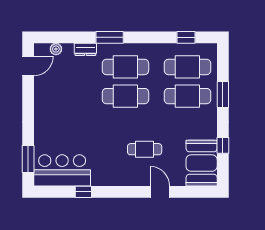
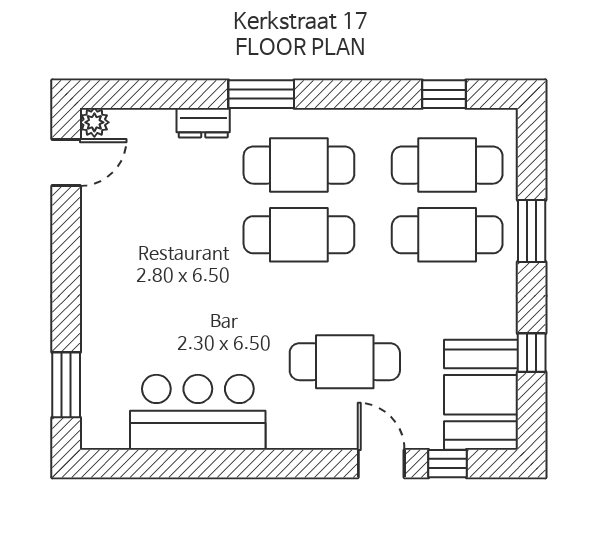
plant: (56, 49) -> (94, 122), moved
cafe table: (145, 149) -> (345, 362), width x1.37, depth x1.35
bar counter: (62, 170) -> (198, 412), moved
window: (83, 192) -> (448, 464), moved

